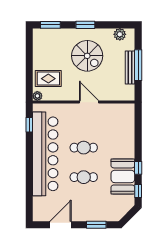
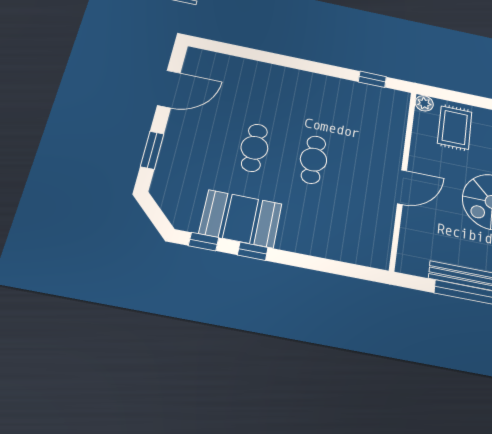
bar counter: (45, 154) -> (313, 93), removed
door: (60, 225) -> (169, 89), hinge flipped

